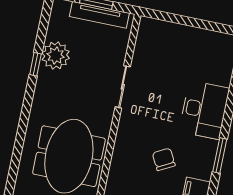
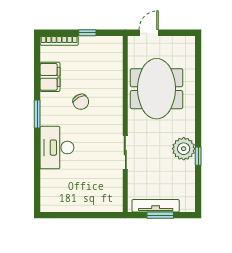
plant: (56, 56) -> (184, 149), moved

